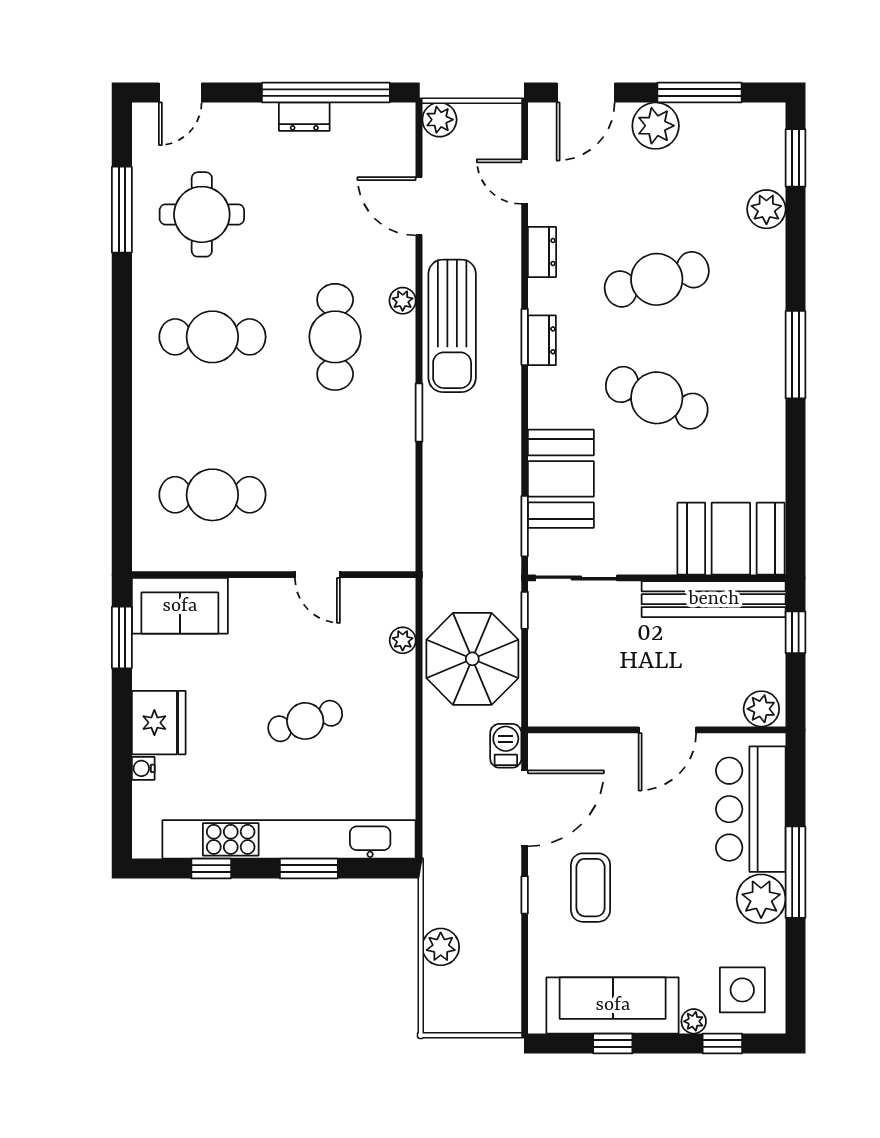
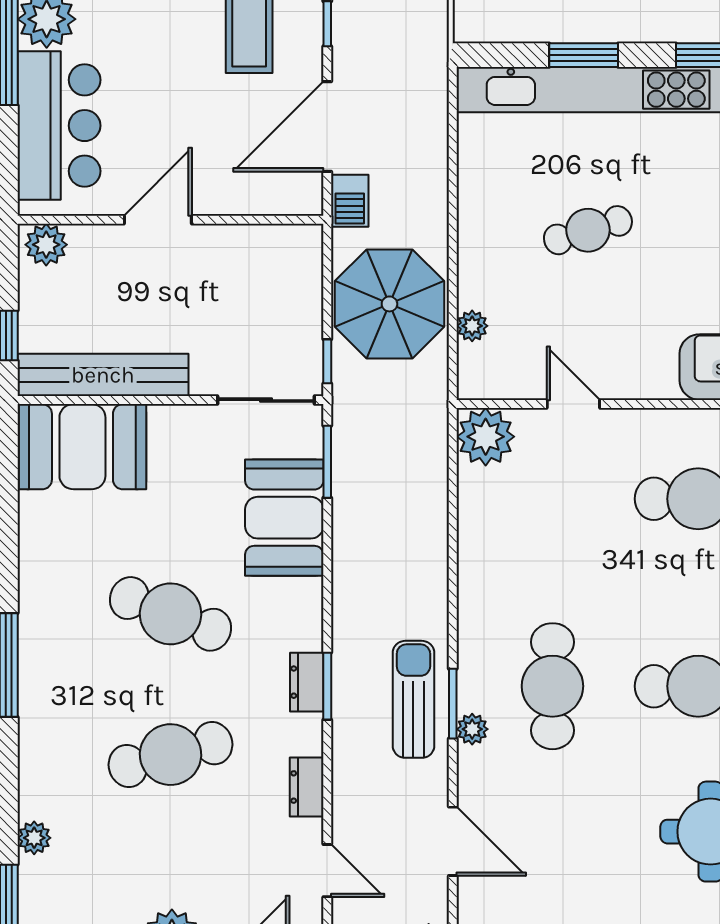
plant: (766, 209) -> (34, 838), width x0.73, depth x0.73
sun lounger: (452, 326) -> (413, 699), width x0.73, depth x0.75
window: (419, 412) -> (453, 704), moved
plant: (391, 547) -> (486, 437), added

